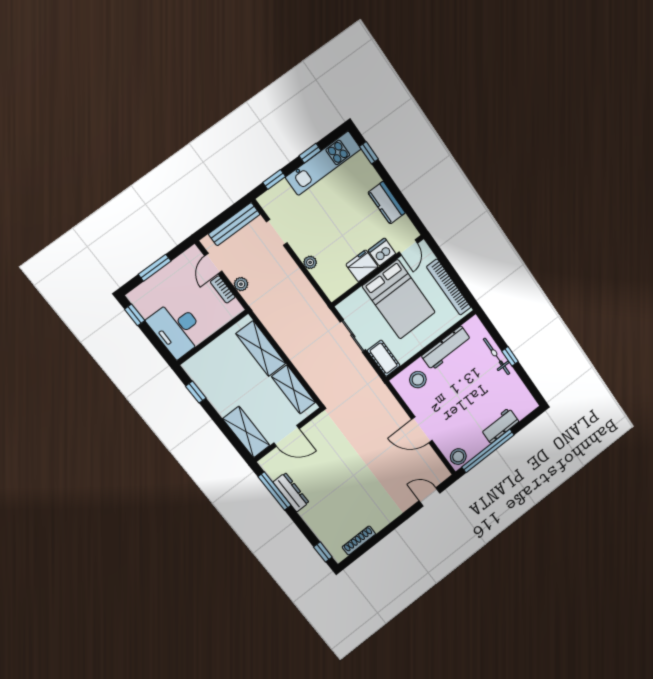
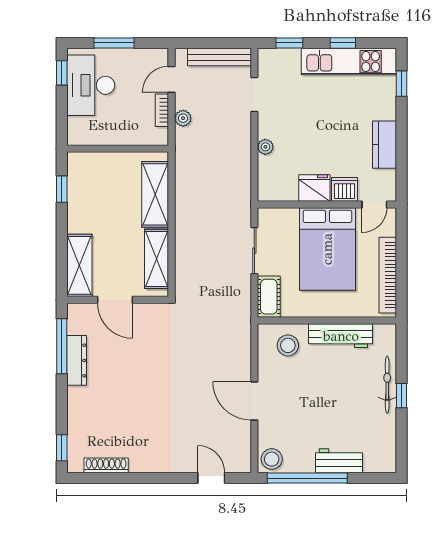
desk: (177, 329) -> (91, 85), moved

